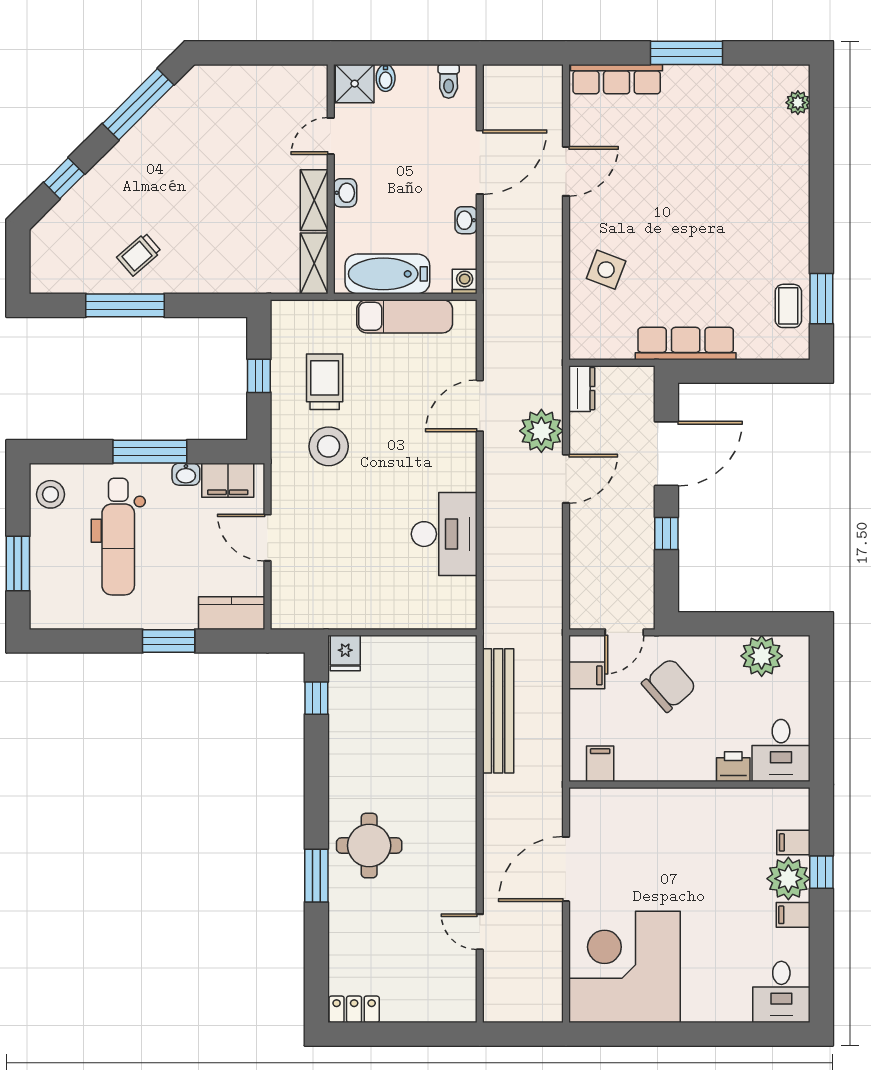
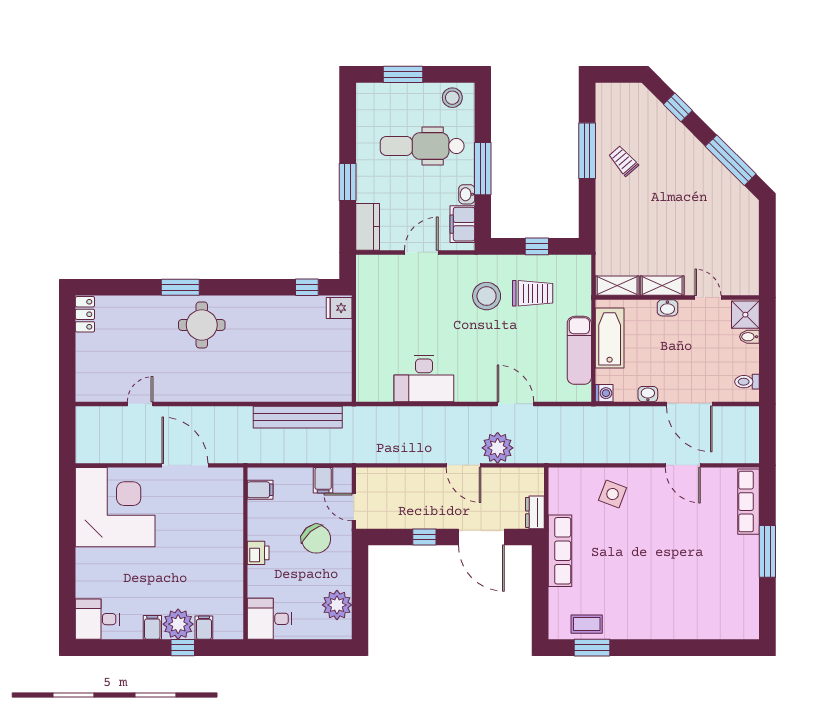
plant: (798, 103) -> (732, 631), removed
dresser: (582, 389) -> (535, 512), moved, turned 90
printer: (733, 767) -> (258, 553), moved

